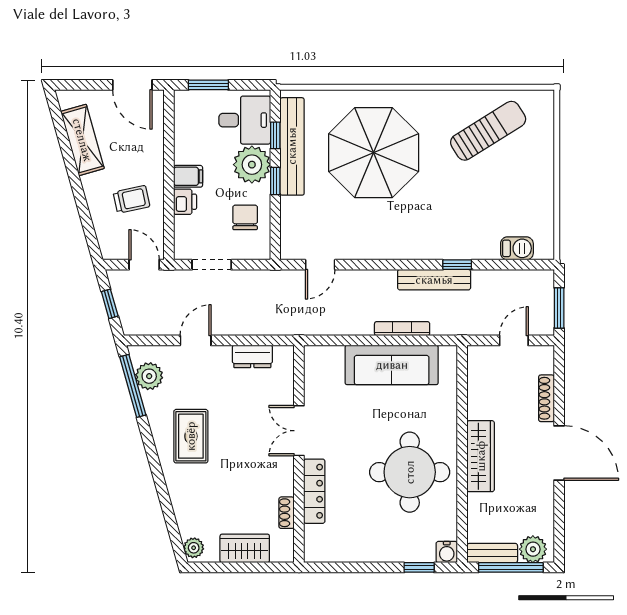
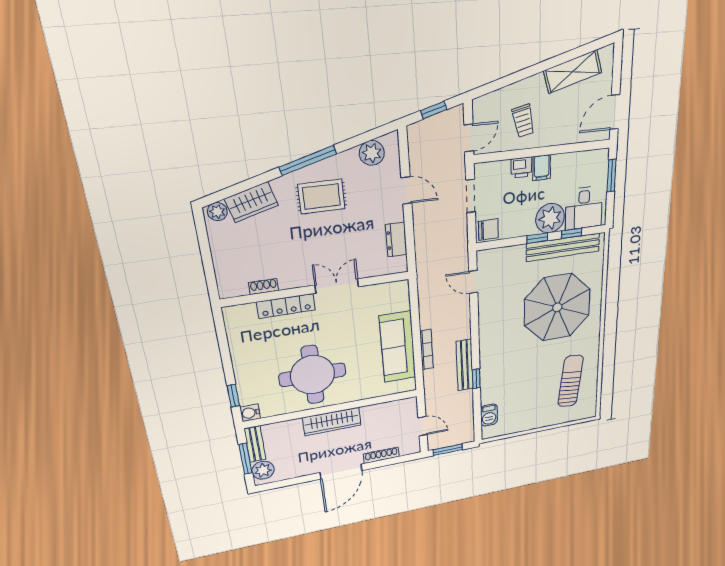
sun lounger: (488, 131) -> (571, 381), turned -141
chair: (245, 217) -> (488, 230), moved
window: (133, 386) -> (308, 160), moved
wardrobe: (245, 548) -> (251, 202), moved, turned 74
window: (511, 567) -> (246, 459), width x0.69

